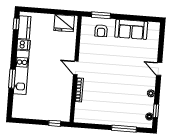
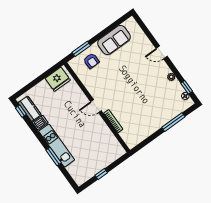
window: (55, 123) -> (101, 174), moved

